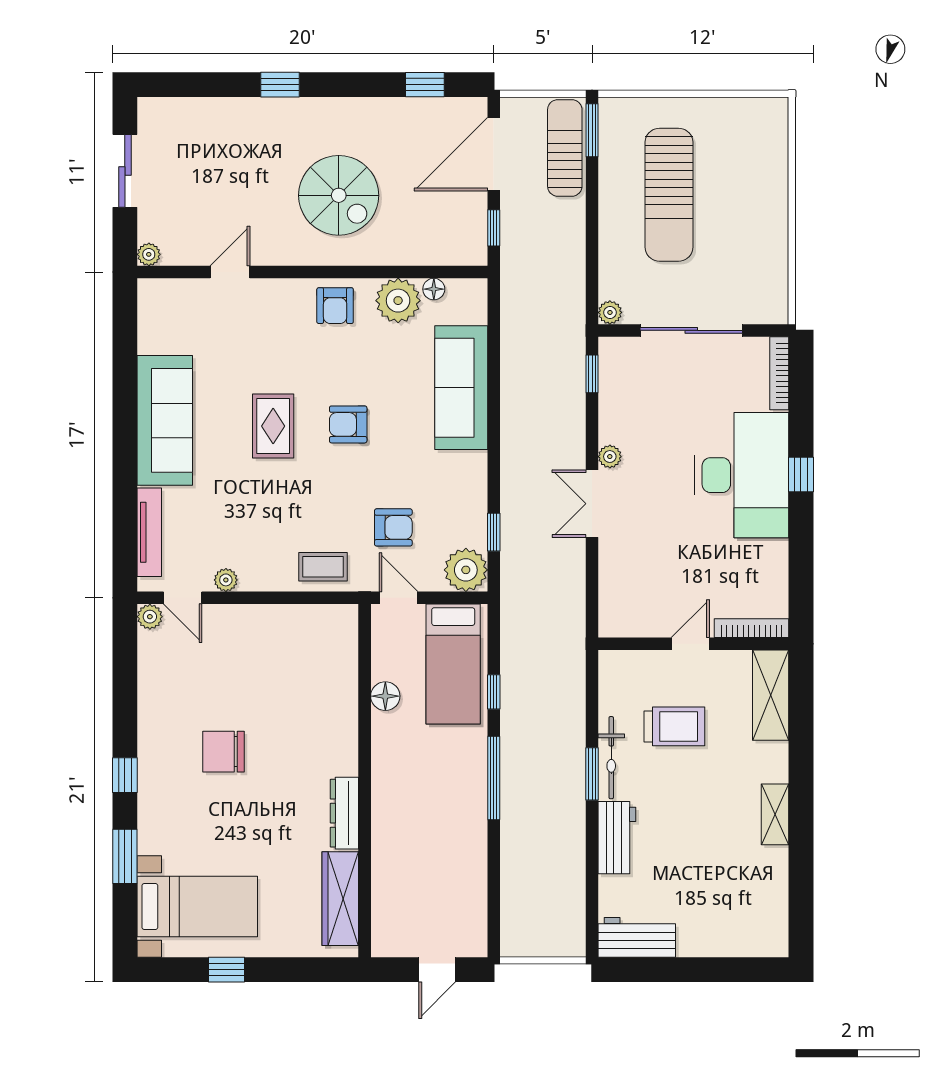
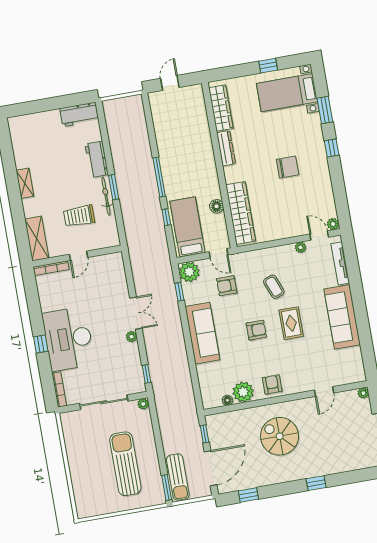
sofa: (461, 388) -> (202, 333), moved
coffee table: (323, 567) -> (274, 287), moved, turned 69
wardrobe: (338, 674) -> (241, 213), added

